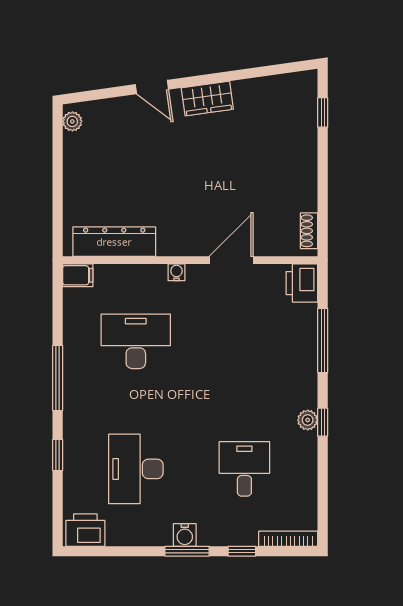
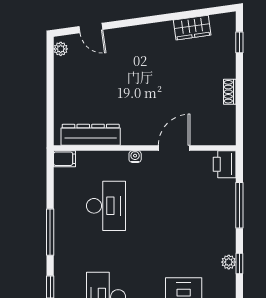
door: (152, 87) -> (91, 28), moved
wardrobe: (207, 98) -> (192, 28), moved
shoe rack: (309, 231) -> (230, 92), moved
desk: (136, 341) -> (106, 206), turned 90

